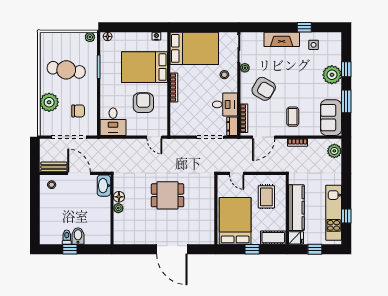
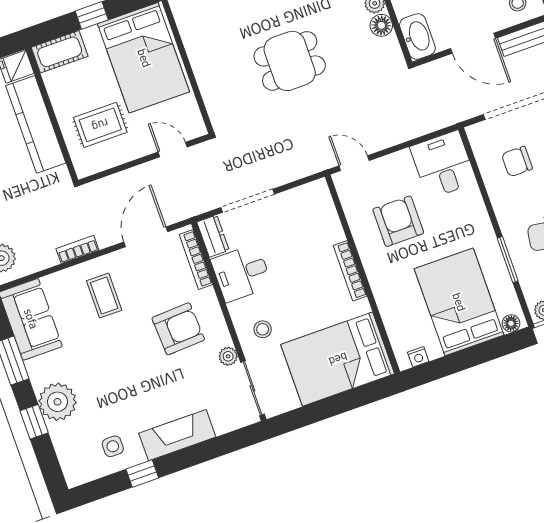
bed: (144, 67) -> (459, 302), moved, turned -90
armchair: (264, 89) -> (178, 329), turned 147
armchair: (143, 103) -> (398, 221), turned 180
rug: (266, 197) -> (100, 125), turned 90

